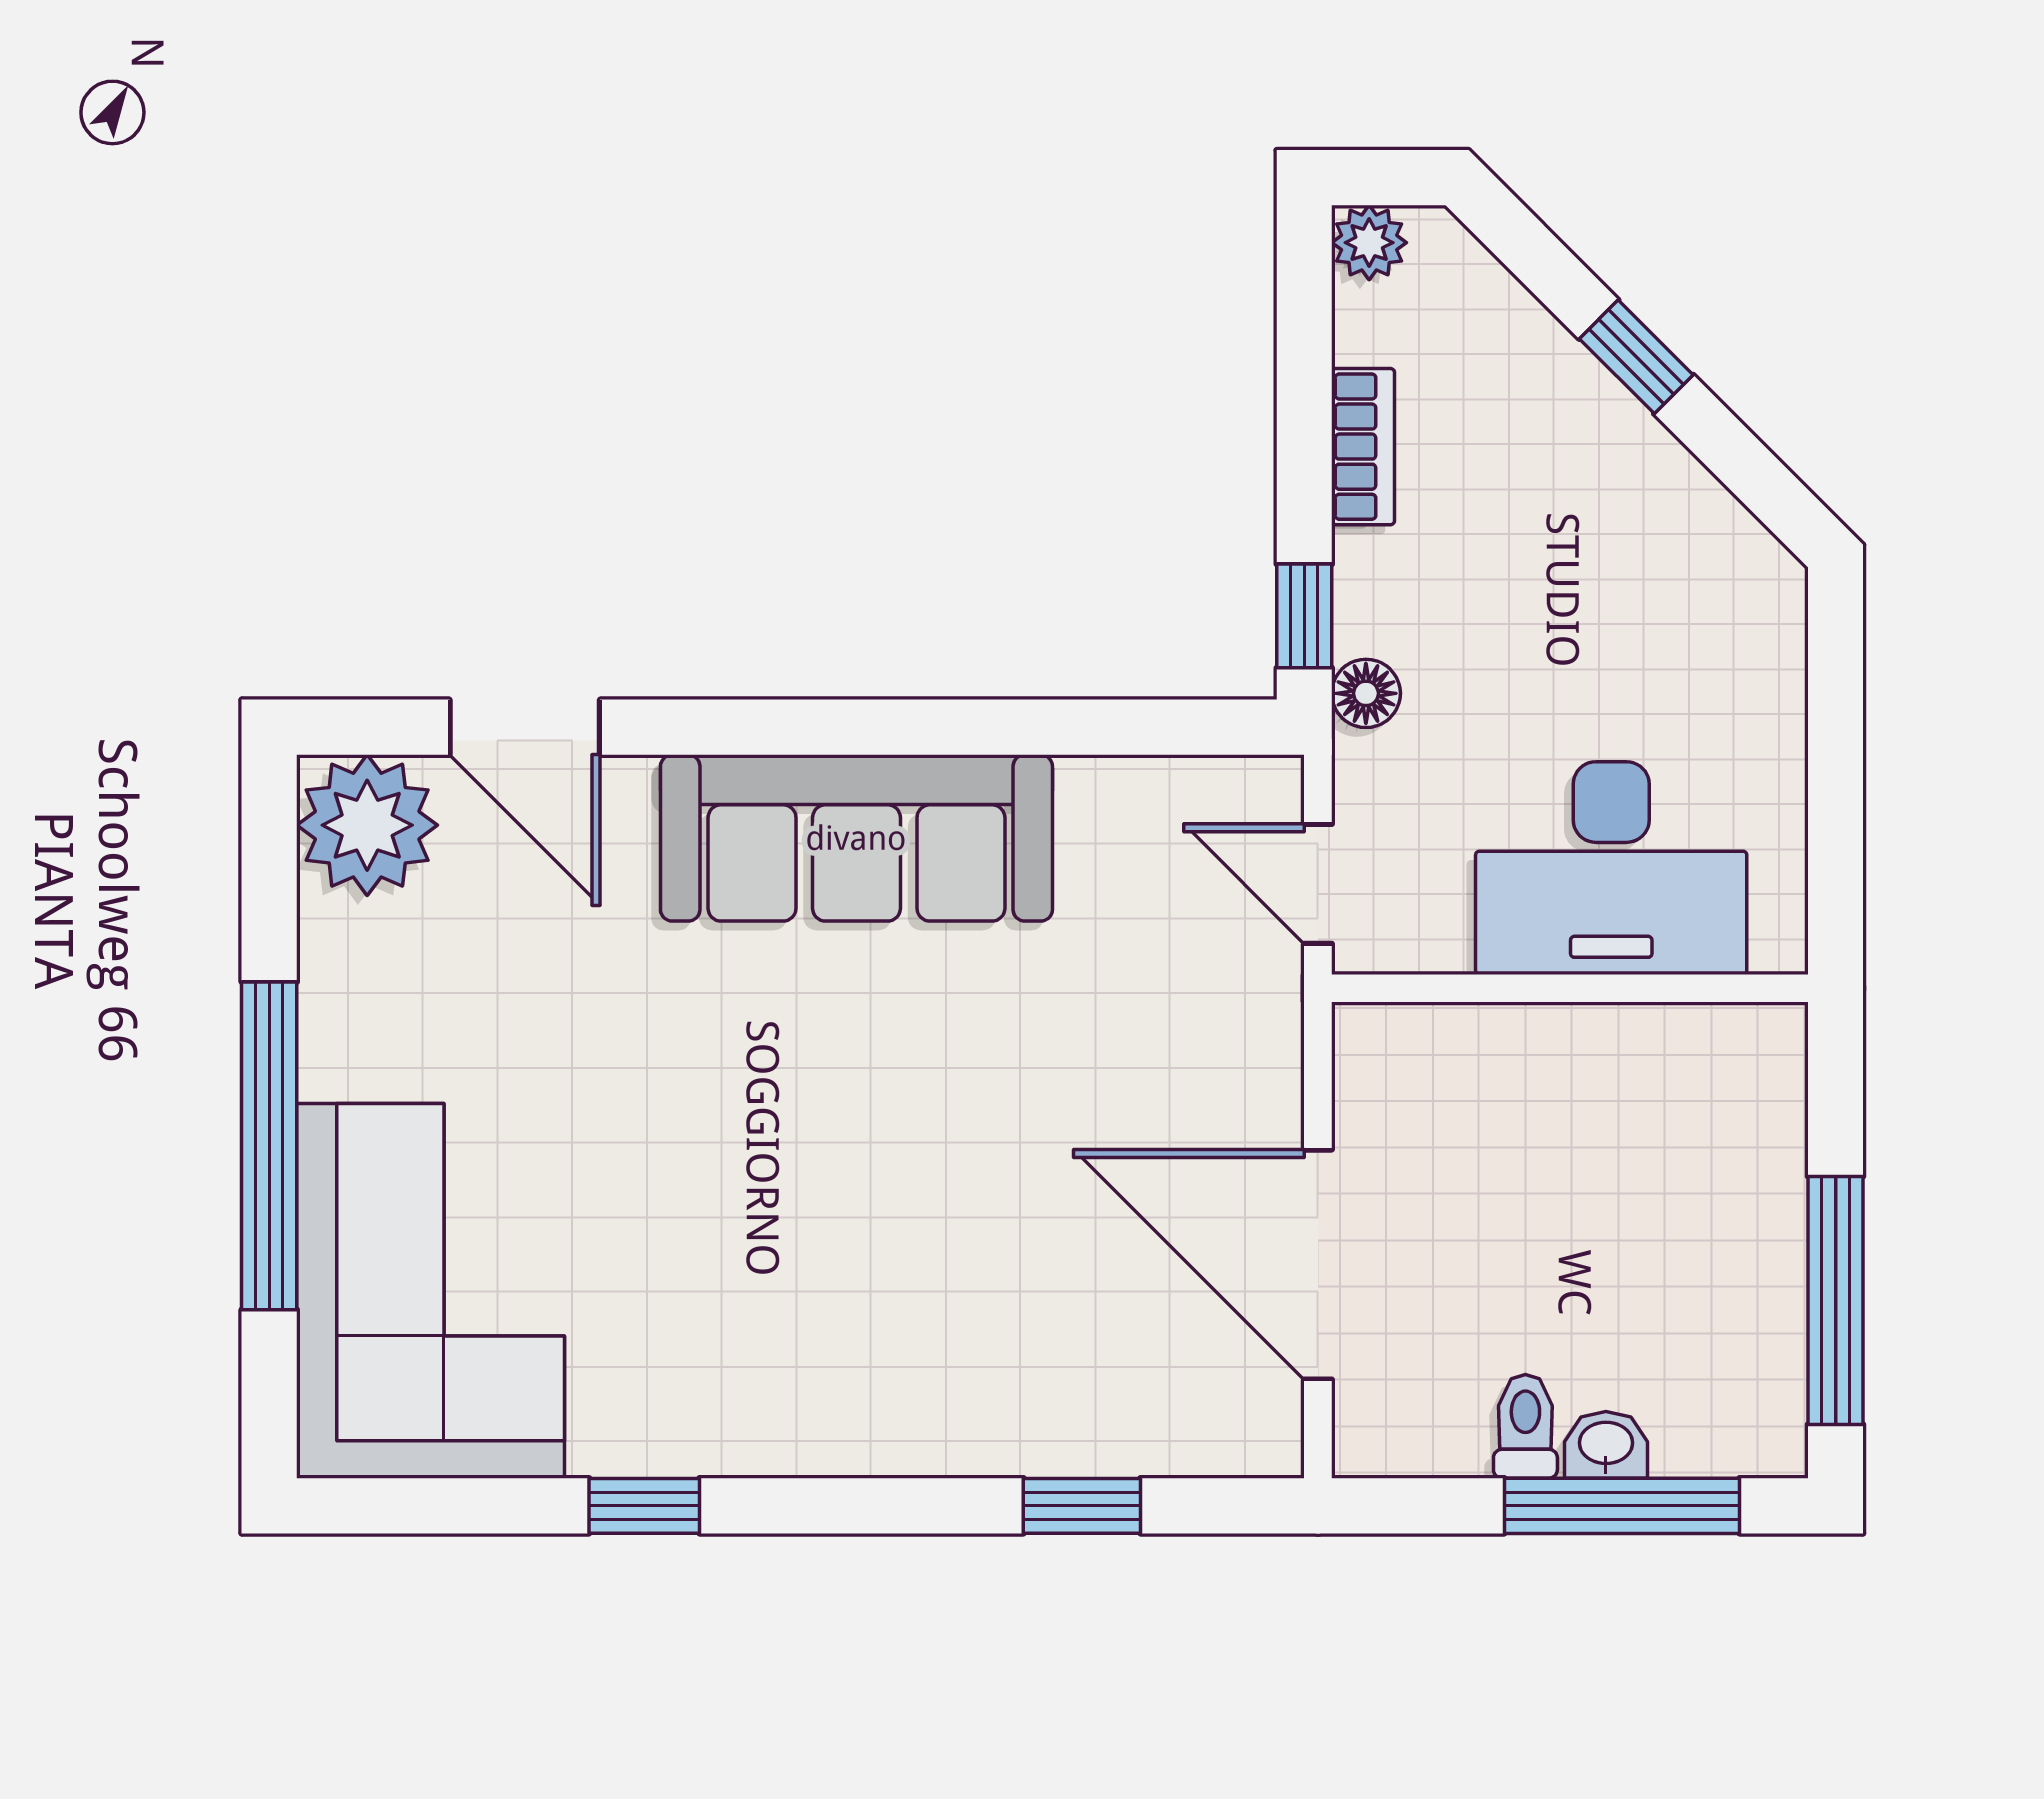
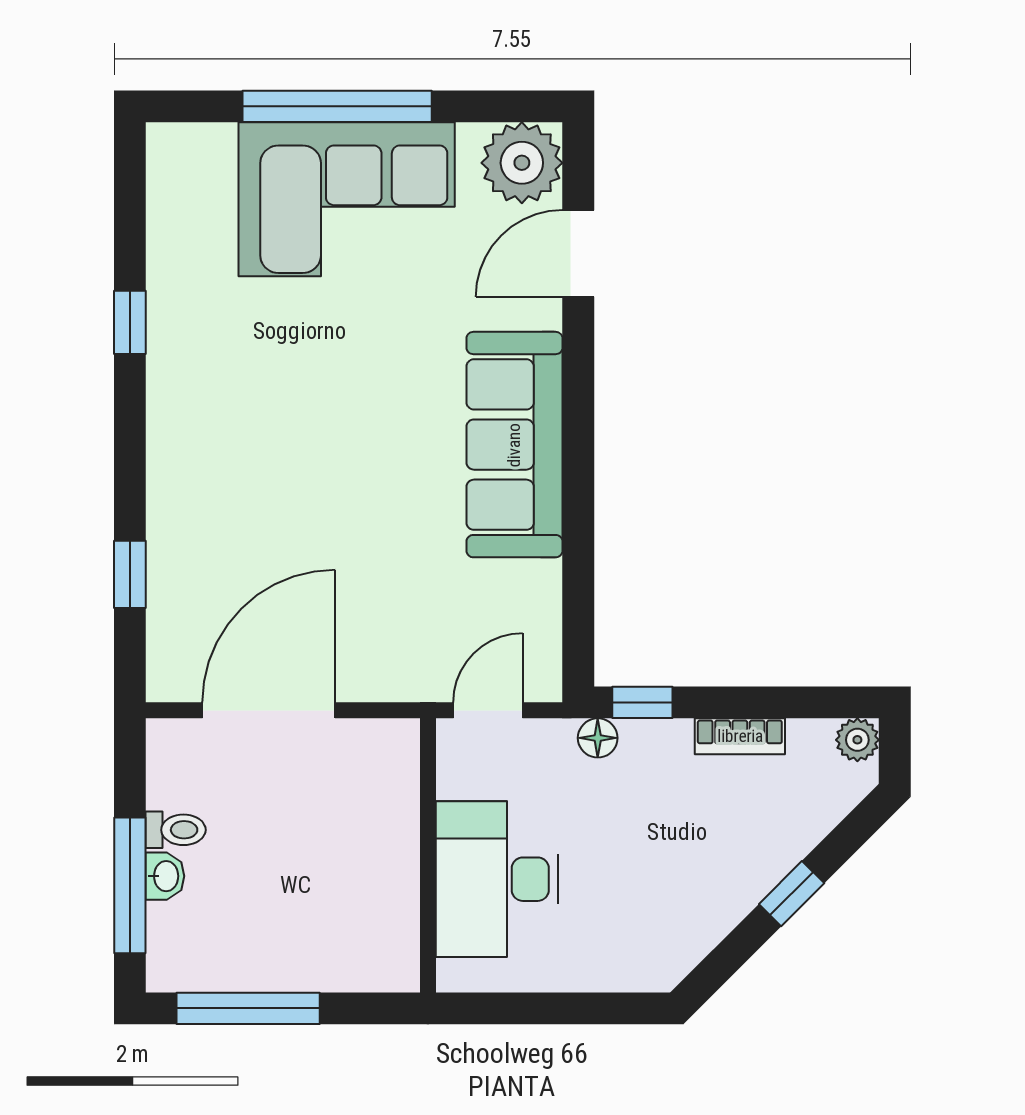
corner sofa: (430, 1291) -> (347, 199), moved

